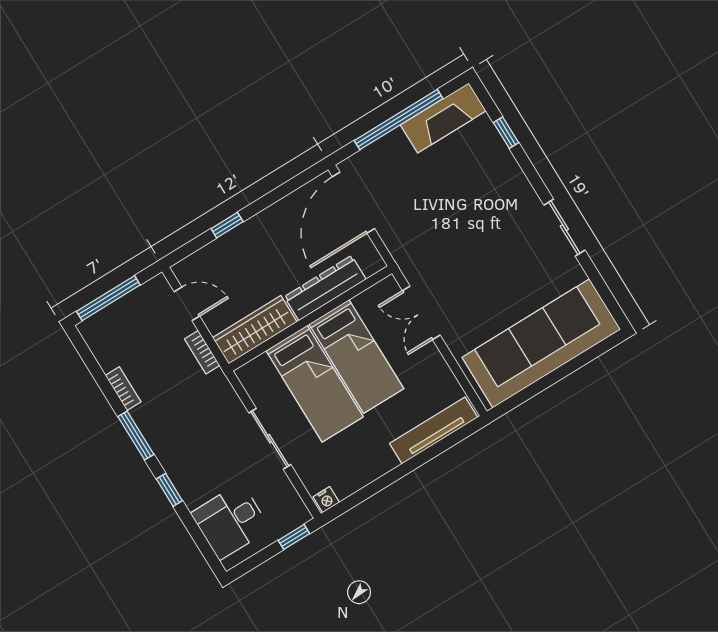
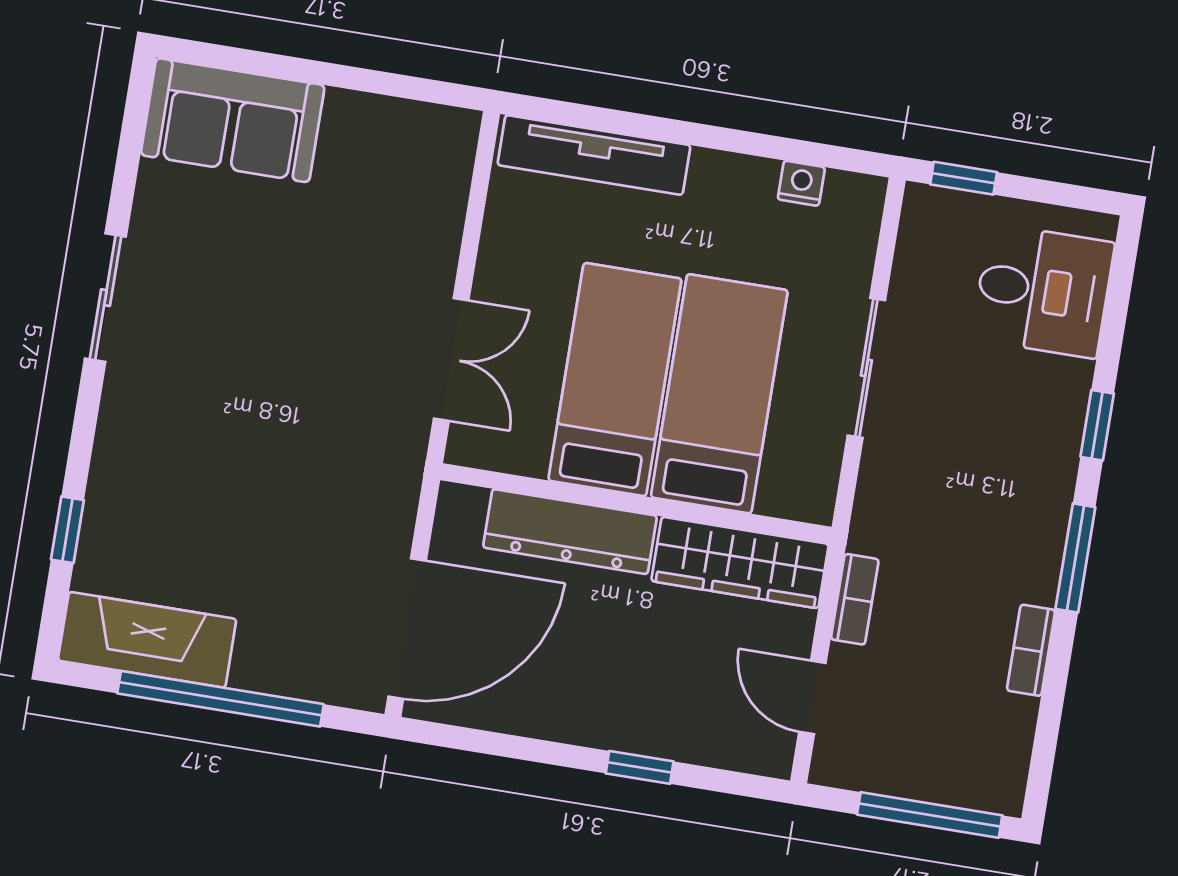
sofa: (541, 343) -> (233, 120), width x0.54, depth x0.79
nightstand: (326, 500) -> (801, 183), moved

